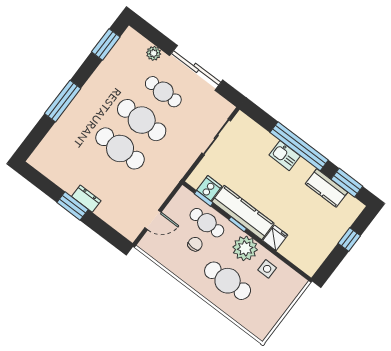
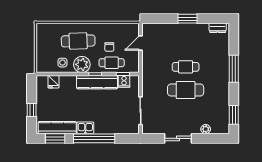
sliding door: (196, 68) -> (178, 138), width x0.73
cafe table: (163, 92) -> (186, 113), removed
cafe table: (120, 148) -> (186, 67), width x0.73, depth x0.74
kitchen sink: (285, 156) -> (85, 128), moved
kitchen counter: (327, 188) -> (57, 128), width x1.50
dresser: (86, 199) -> (218, 28), moved
fridge: (275, 238) -> (54, 82), moved

